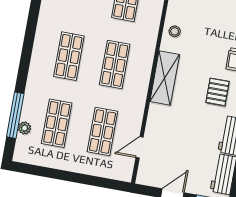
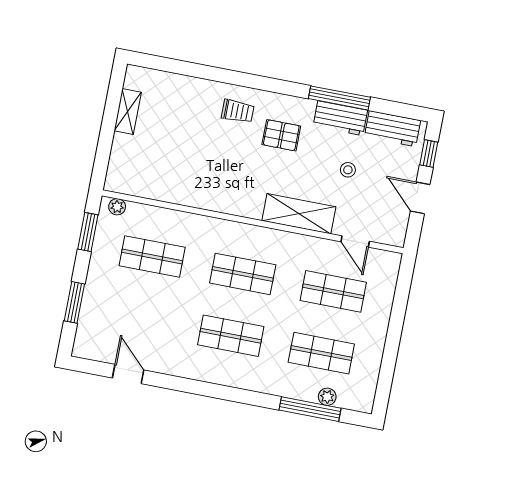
stool: (175, 31) -> (348, 170), moved
shelving: (165, 78) -> (299, 214), moved

